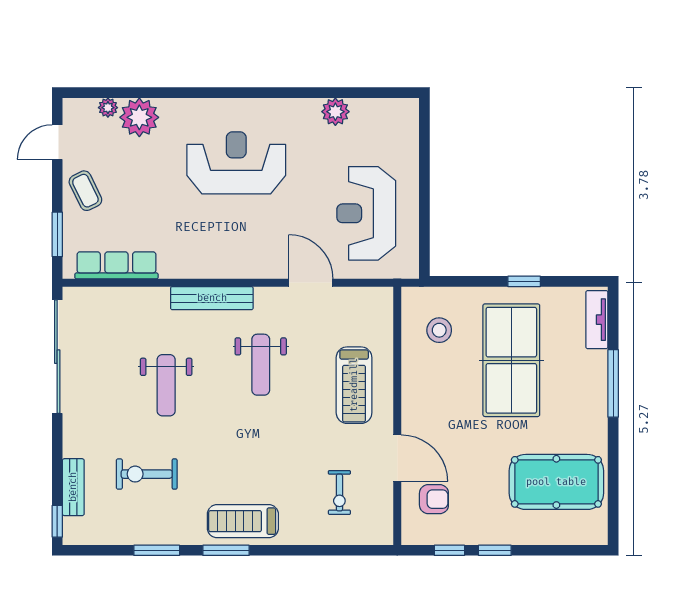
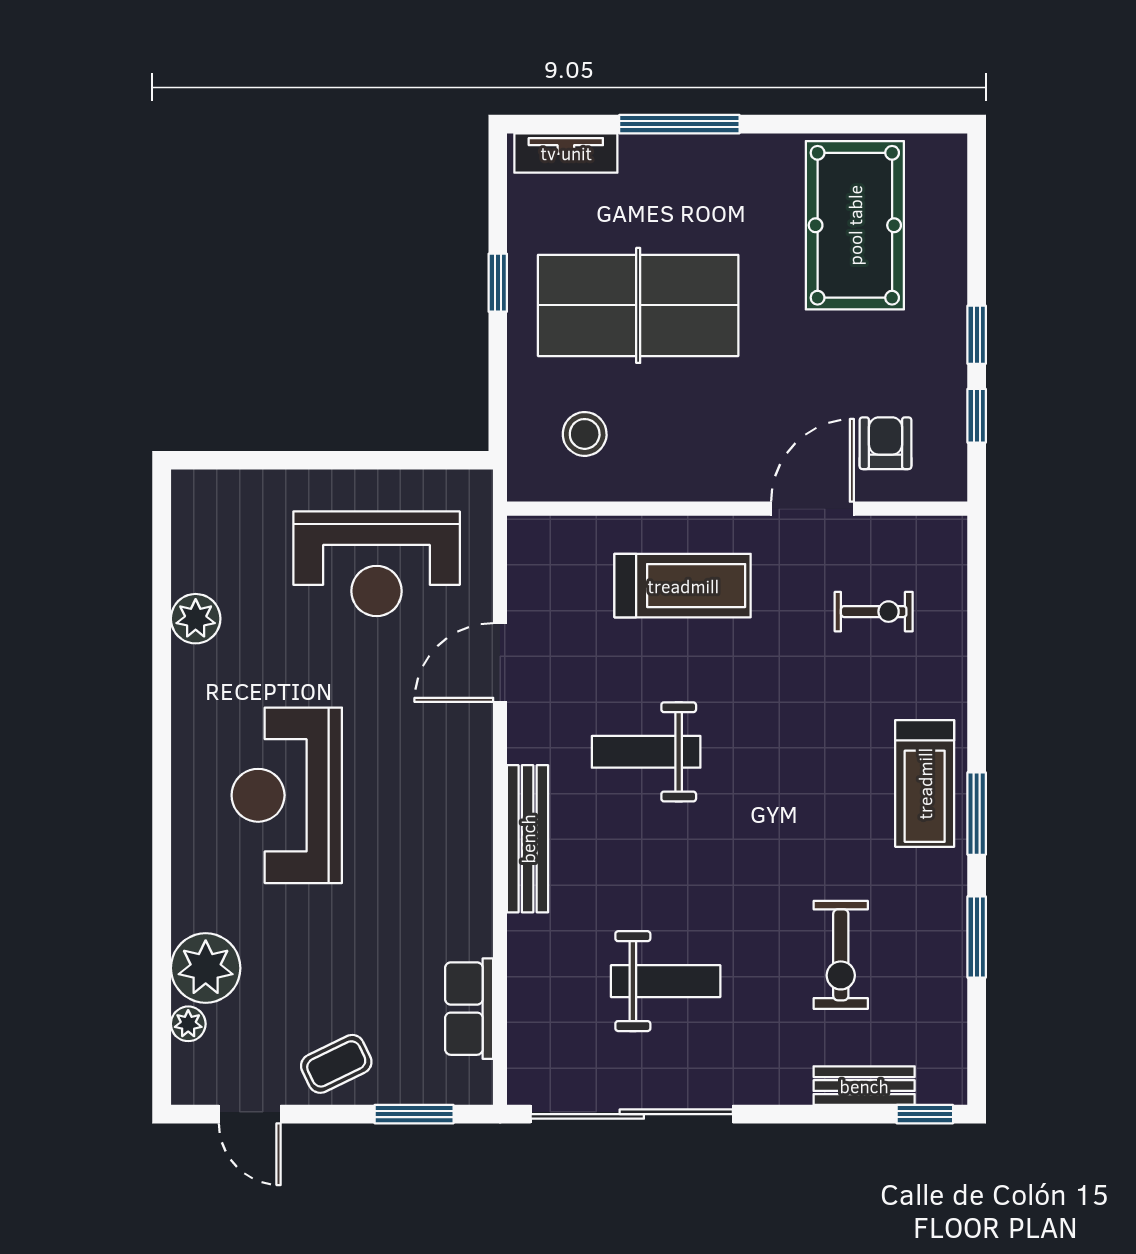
row of seats: (116, 265) -> (469, 1009), width x0.68
weight bench: (261, 365) -> (646, 752), turned 180
weight bench: (166, 385) -> (666, 981), moved

